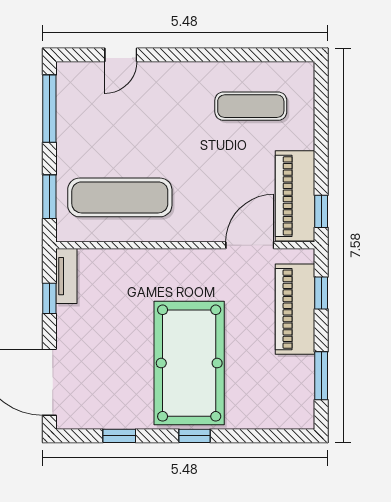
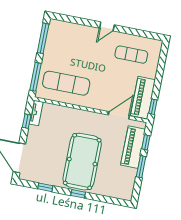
door: (121, 55) -> (107, 26), moved
window: (49, 197) -> (35, 77), width x1.44
window: (321, 376) -> (141, 167), moved

